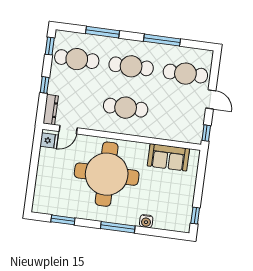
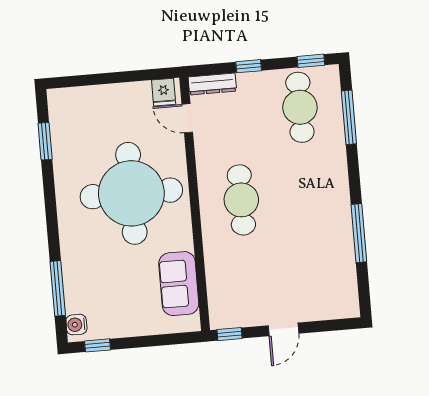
window: (103, 32) -> (349, 117), moved
cafe table: (131, 66) -> (307, 194), removed
cafe table: (185, 74) -> (315, 281), removed
water cooler: (146, 221) -> (76, 325), moved
window: (118, 227) -> (58, 288), moved

